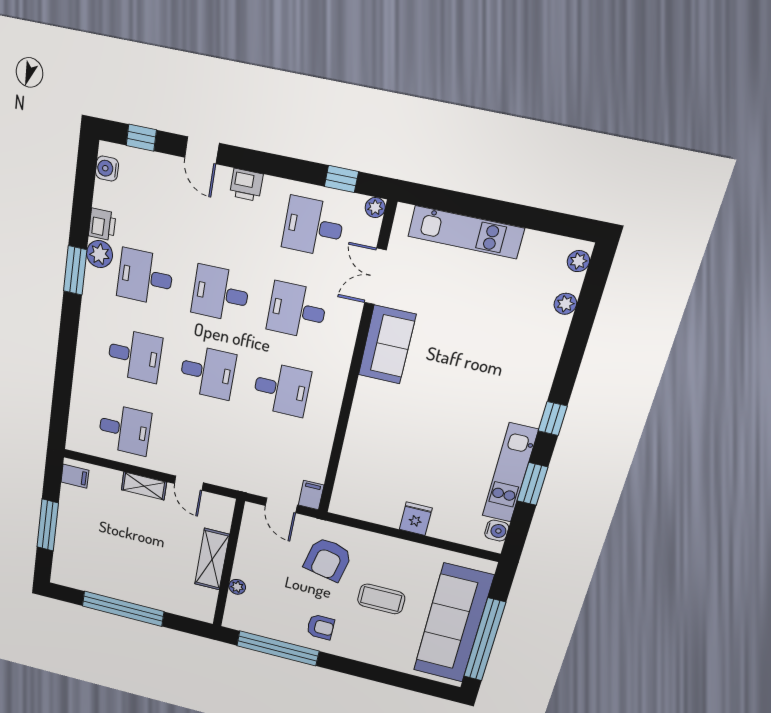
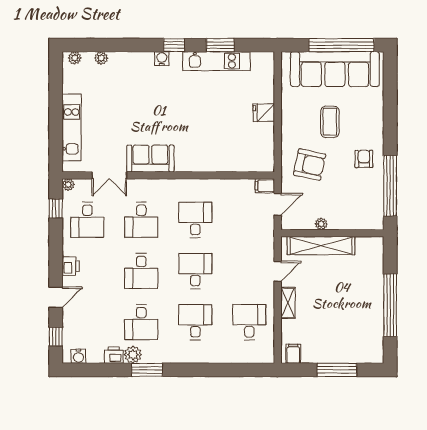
water cooler: (497, 531) -> (162, 59), moved
shelving: (212, 559) -> (321, 246), width x1.47
plant: (237, 587) -> (321, 224), moved

